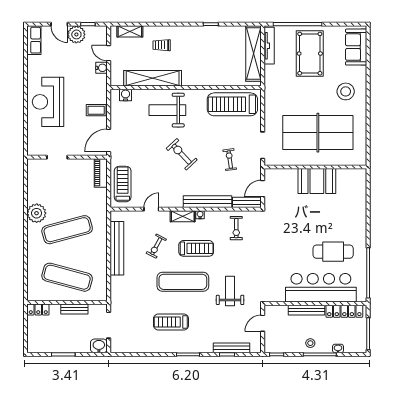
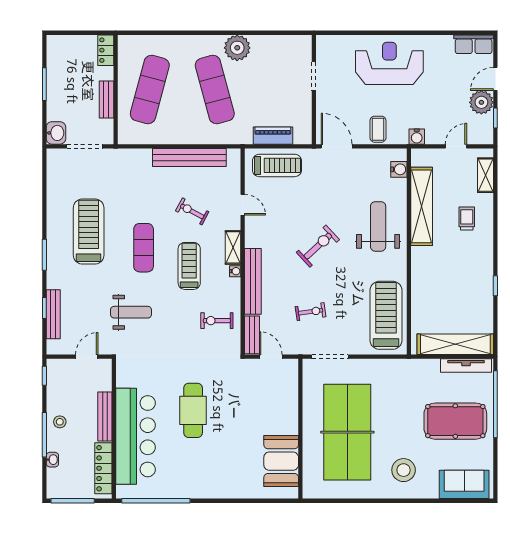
water cooler: (102, 68) -> (417, 137), moved
piano: (101, 173) -> (273, 136), moved
booth: (317, 181) -> (281, 461), moved
treadmill: (196, 248) -> (189, 266), turned 180
cafe table: (333, 252) -> (193, 410), moved
exercise mat: (183, 282) -> (144, 248), width x0.73, depth x0.69
treadmill: (171, 322) -> (89, 232), width x1.37, depth x1.37
door: (263, 323) -> (87, 357), hinge flipped

